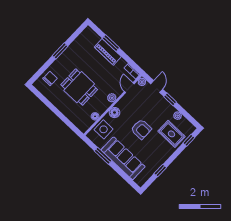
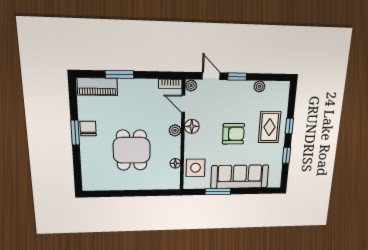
piano: (108, 52) -> (97, 87), moved
chair: (50, 78) -> (88, 129), moved
dining table: (79, 87) -> (132, 150), turned 90
floor lamp: (115, 112) -> (192, 126), moved
rug: (171, 134) -> (270, 127), moved, turned 90
window: (189, 140) -> (289, 126), moved

